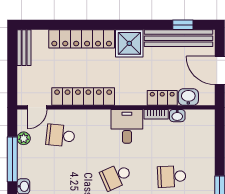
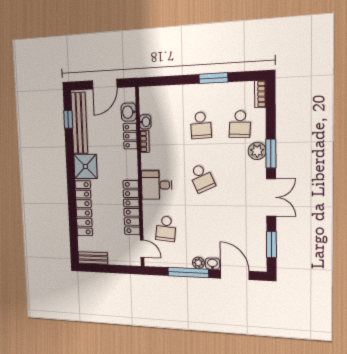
desk: (127, 126) -> (157, 185), moved
plant: (24, 138) -> (198, 263), moved

